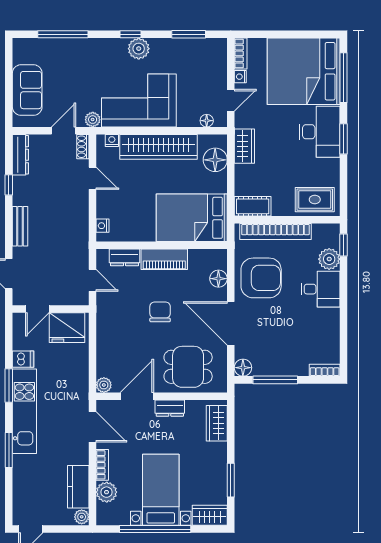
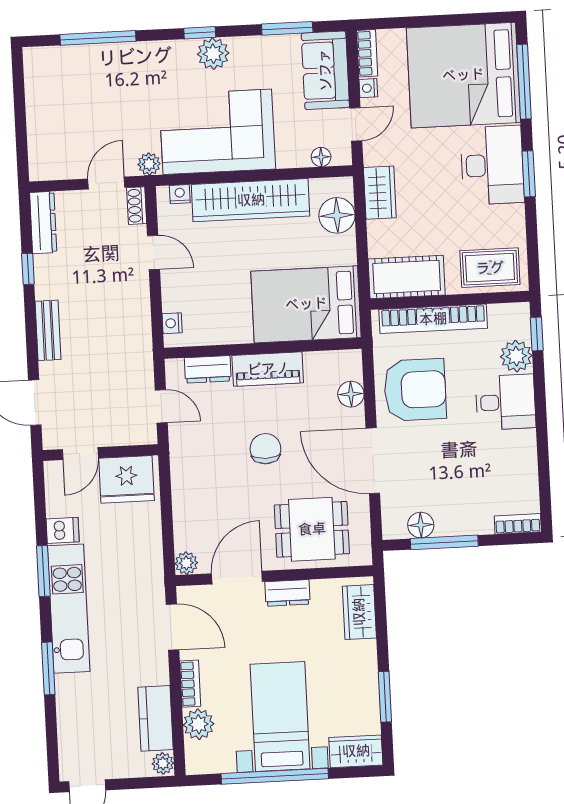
sofa: (27, 90) -> (325, 70), moved, turned 180
cot: (253, 206) -> (407, 277), width x1.37, depth x1.34
floor lamp: (243, 368) -> (421, 525), moved

